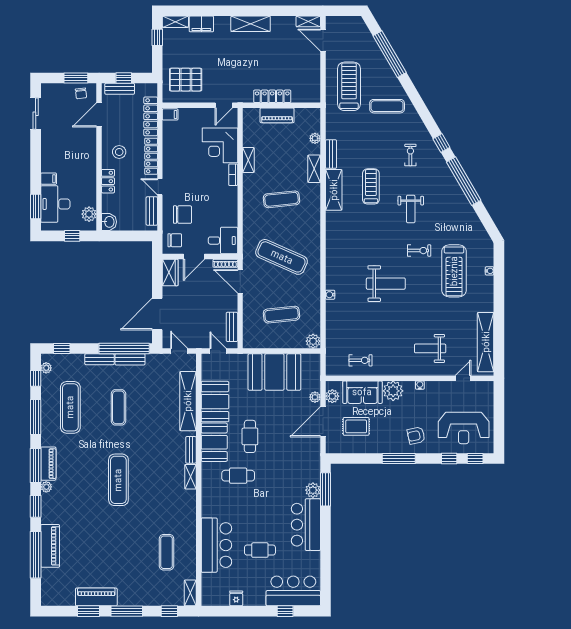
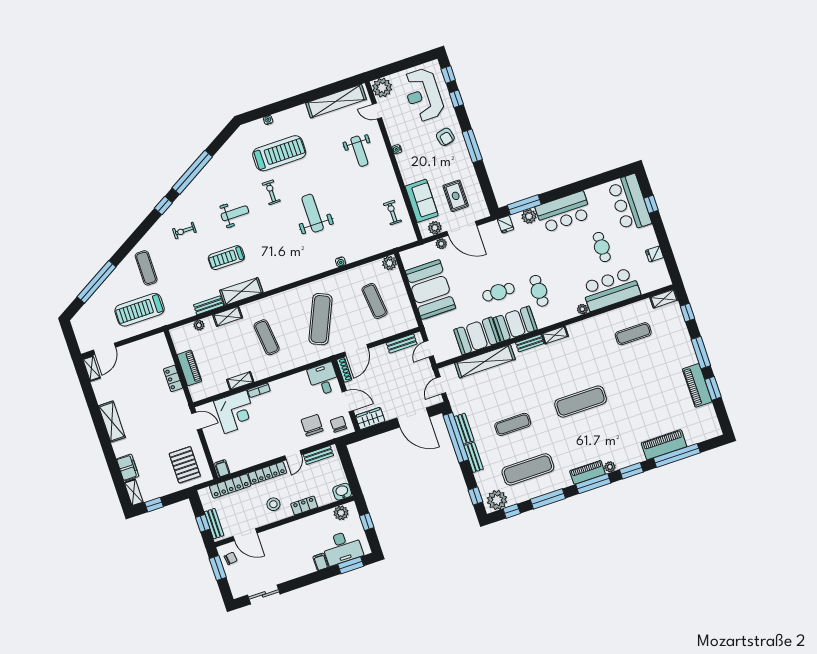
locker: (272, 96) -> (173, 378), width x0.66
plant: (46, 368) -> (497, 500), width x1.87, depth x1.87
plant: (393, 391) -> (382, 88), moved
reception desk: (464, 428) -> (423, 95), turned 180
fridge: (313, 465) -> (506, 224), added
plant: (207, 511) -> (582, 309), added

